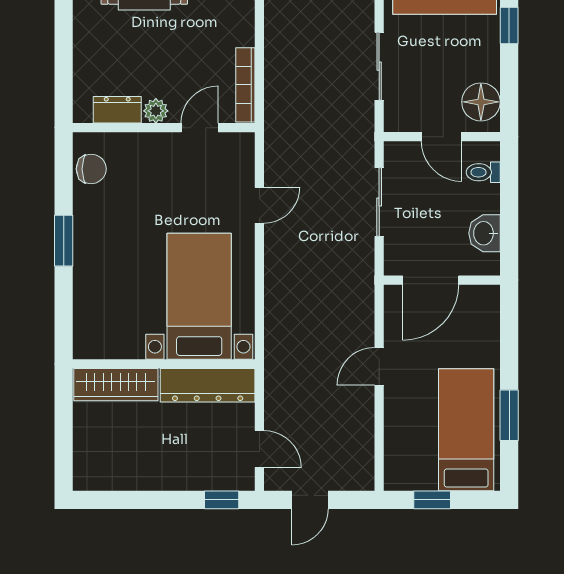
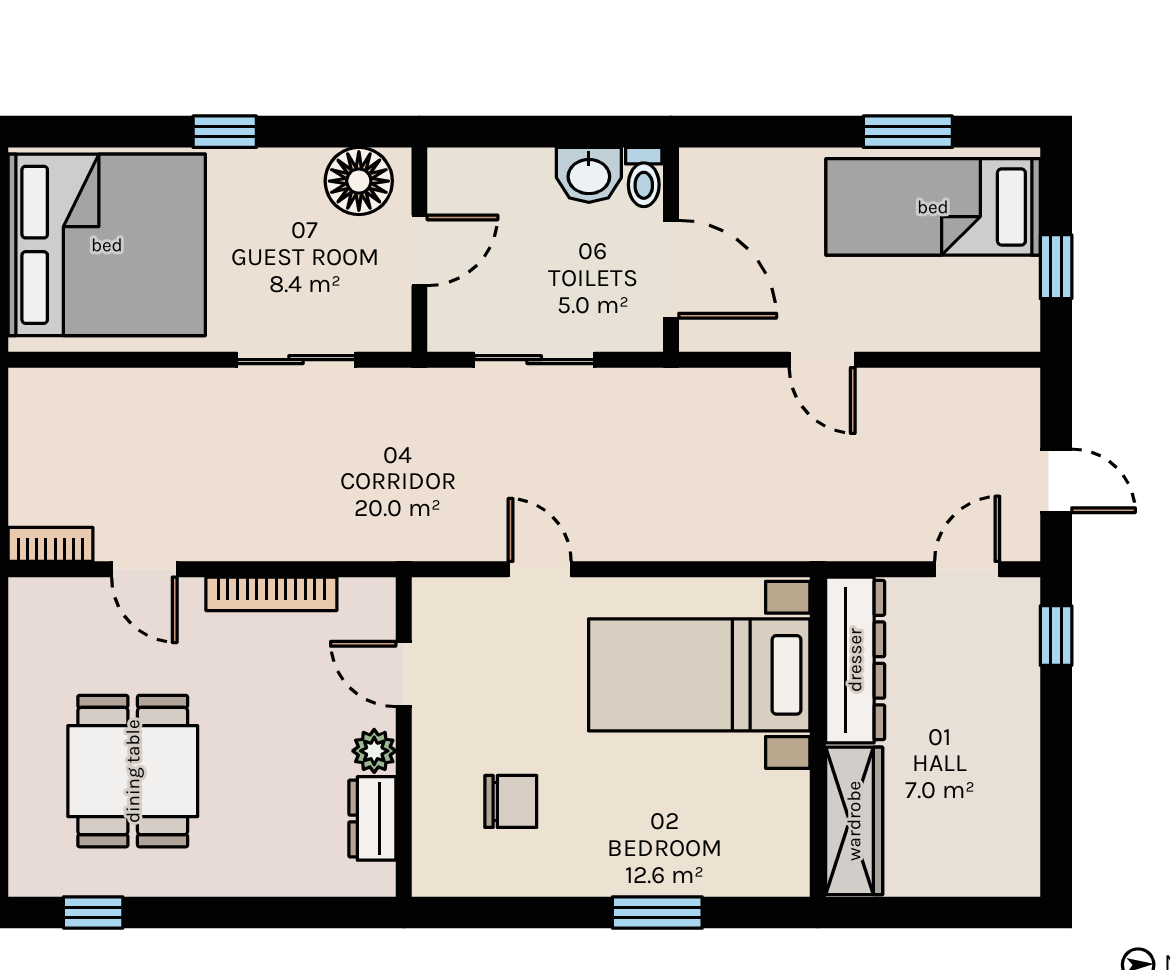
bookcase: (245, 85) -> (271, 594), moved
chair: (91, 169) -> (511, 801), moved, turned 90
toilet: (483, 172) -> (644, 177), moved
window: (64, 241) -> (657, 912), moved

